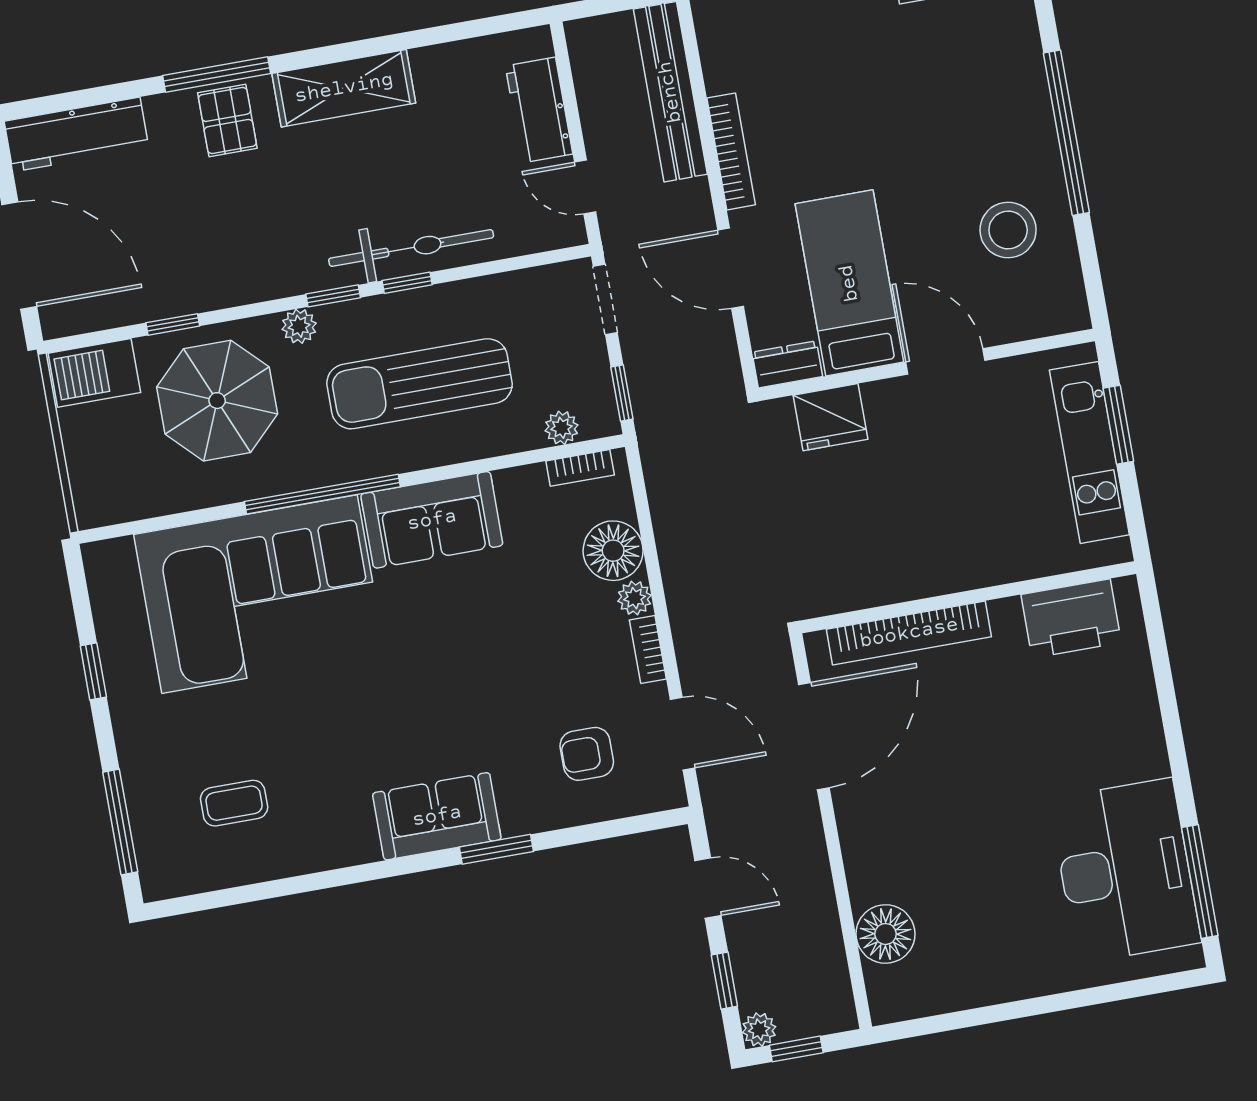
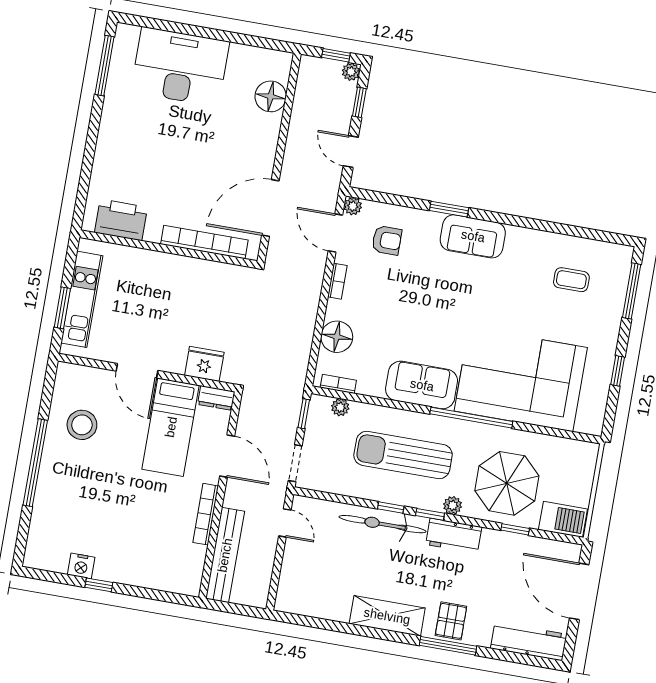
workbench: (539, 110) -> (454, 536), moved, turned 90
sun lounger: (419, 384) -> (403, 455), turned 180
plant: (634, 598) -> (353, 206), moved
desk: (1125, 871) -> (180, 67), moved, turned 90

